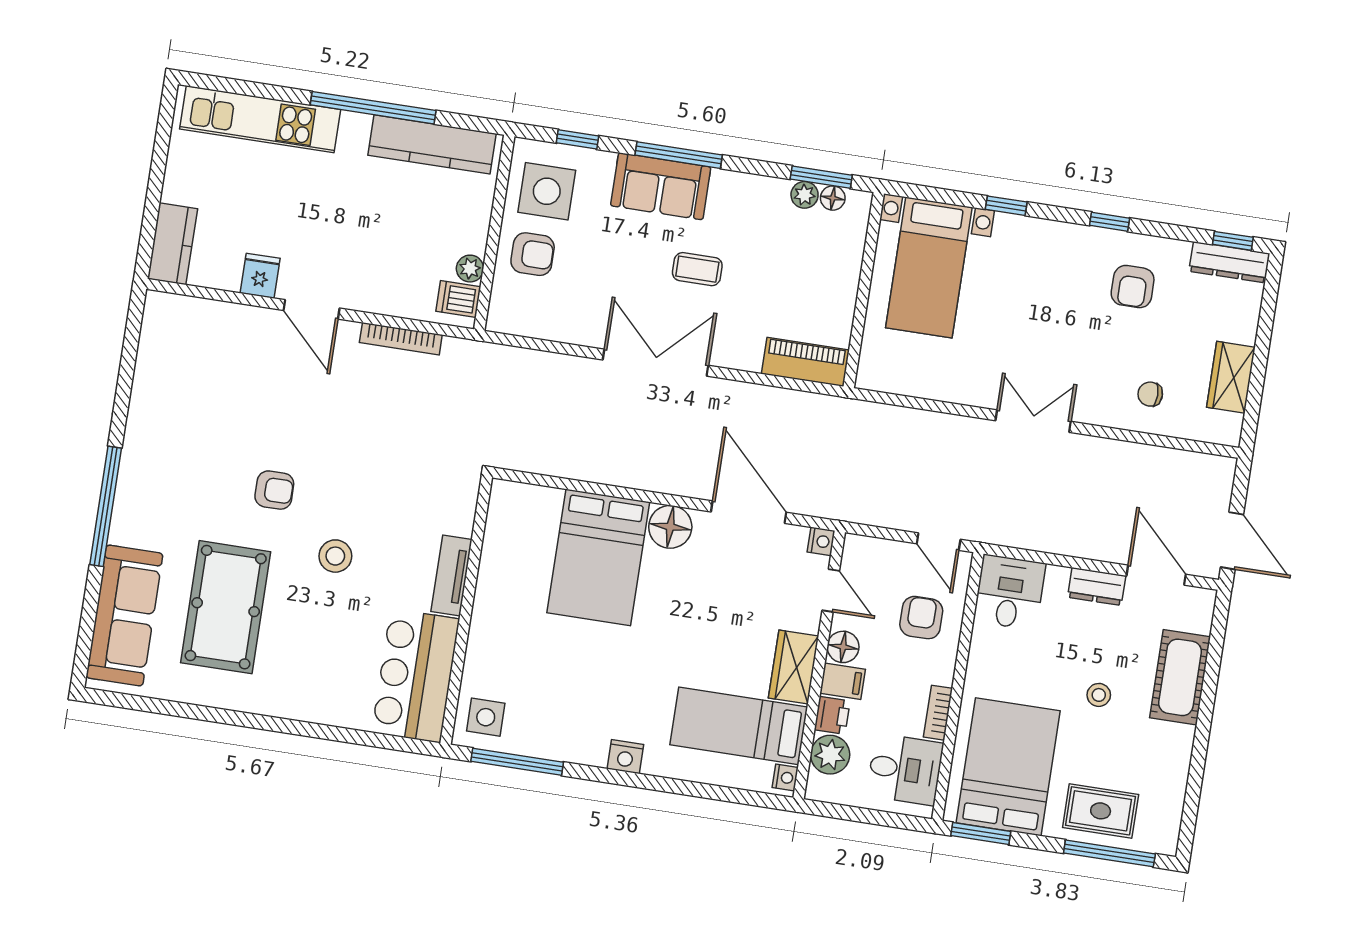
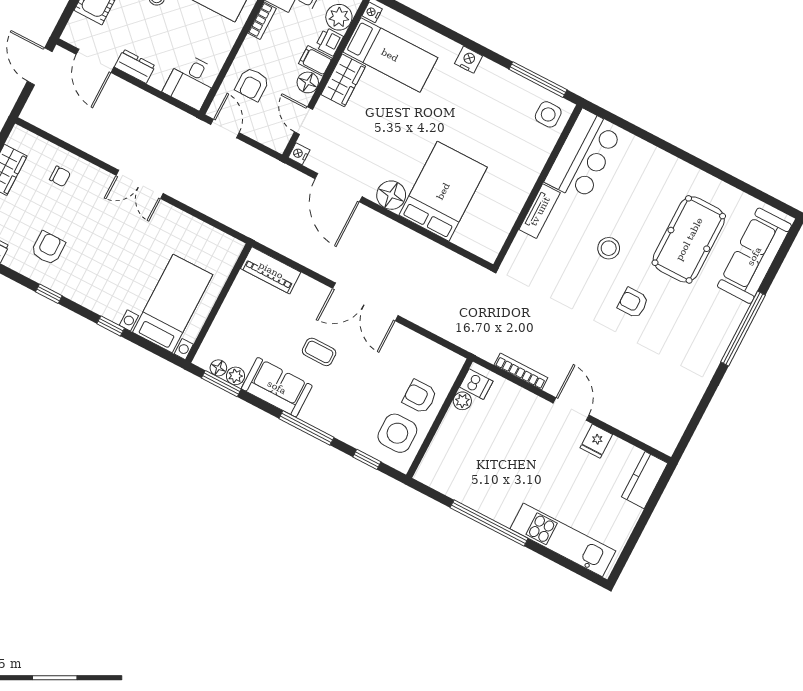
kitchen counter: (432, 144) -> (460, 487), removed
sofa: (661, 186) -> (277, 387), moved

